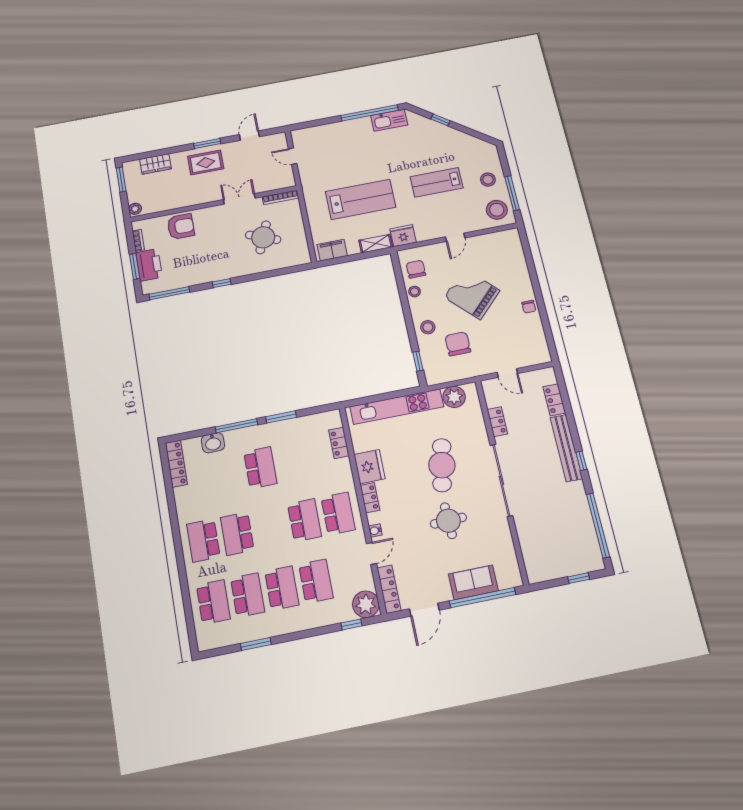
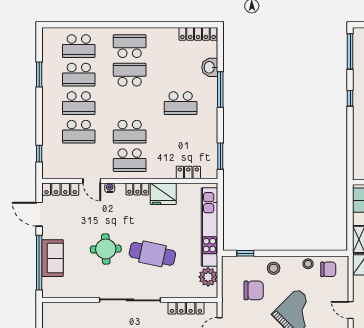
window: (281, 417) -> (220, 156), moved
locker: (497, 422) -> (186, 308), width x1.53
plant: (366, 604) -> (53, 168), removed

